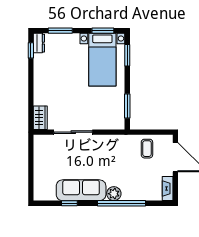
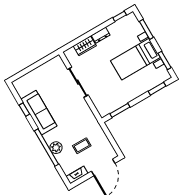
dresser: (39, 43) -> (101, 35), moved
bed with nightstands: (102, 60) -> (135, 59), moved
wardrobe: (40, 118) -> (85, 46), moved
coffee table: (147, 149) -> (82, 146), moved
plant: (114, 194) -> (56, 148), moved

